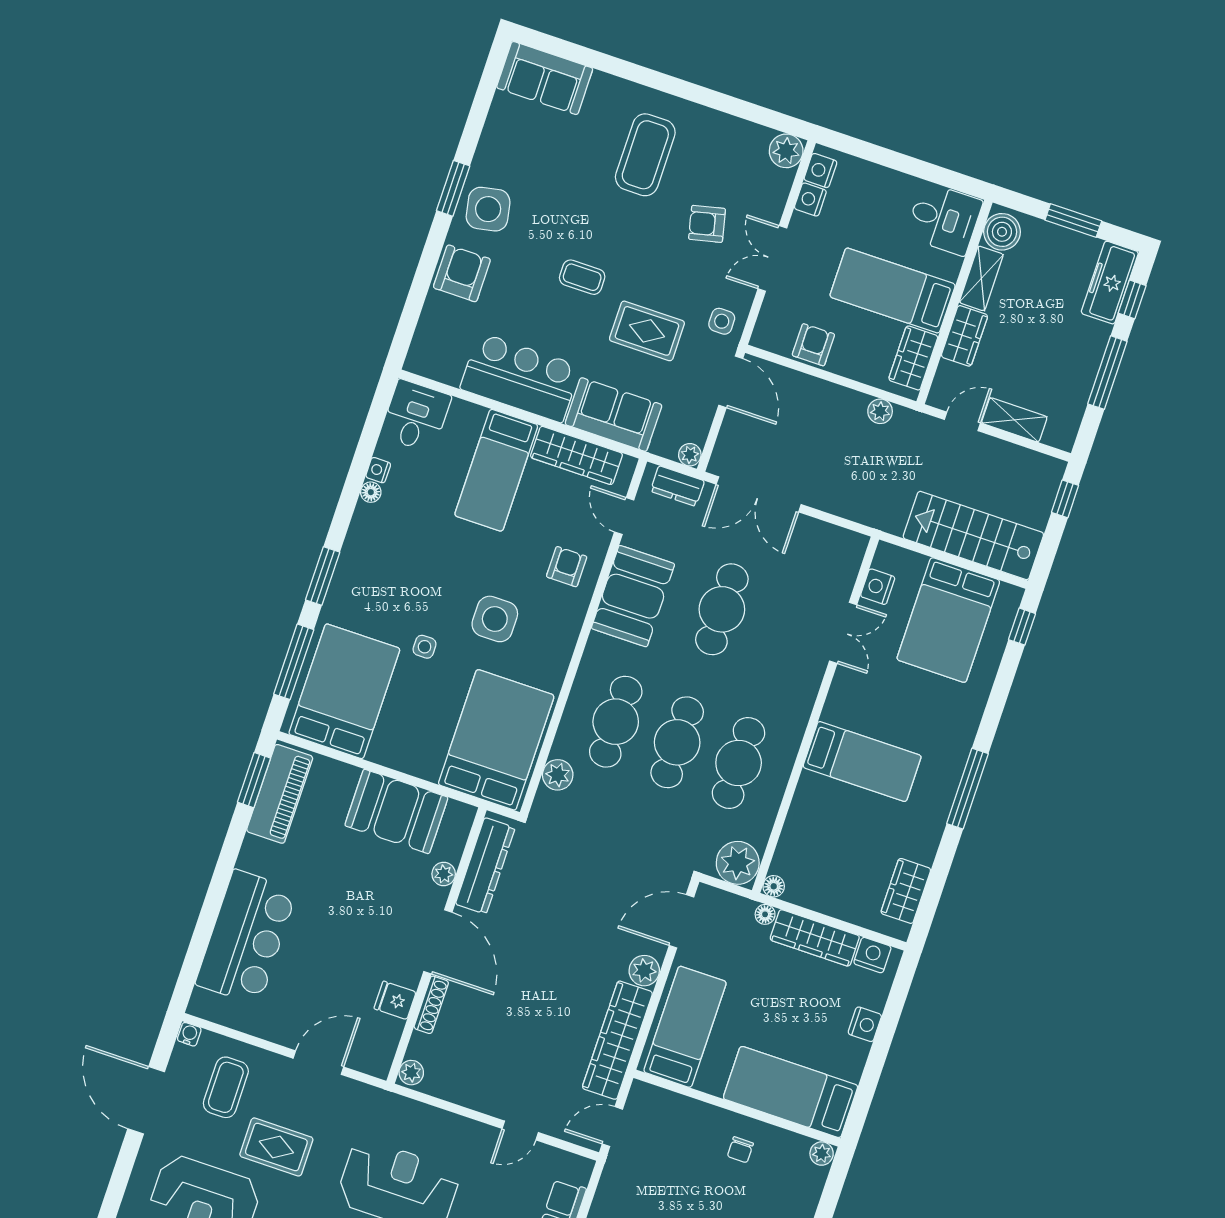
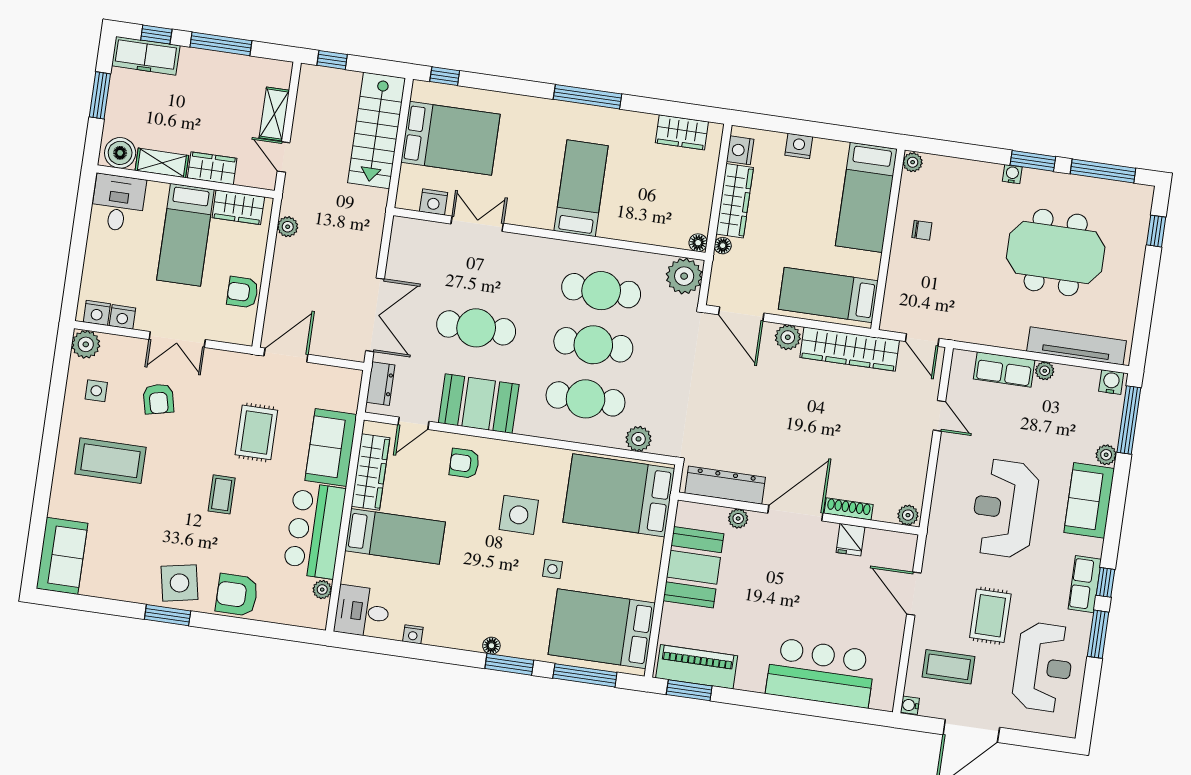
side table: (722, 321) -> (96, 391), moved
plant: (690, 455) -> (322, 590), moved
floor lamp: (371, 492) -> (491, 646), moved

